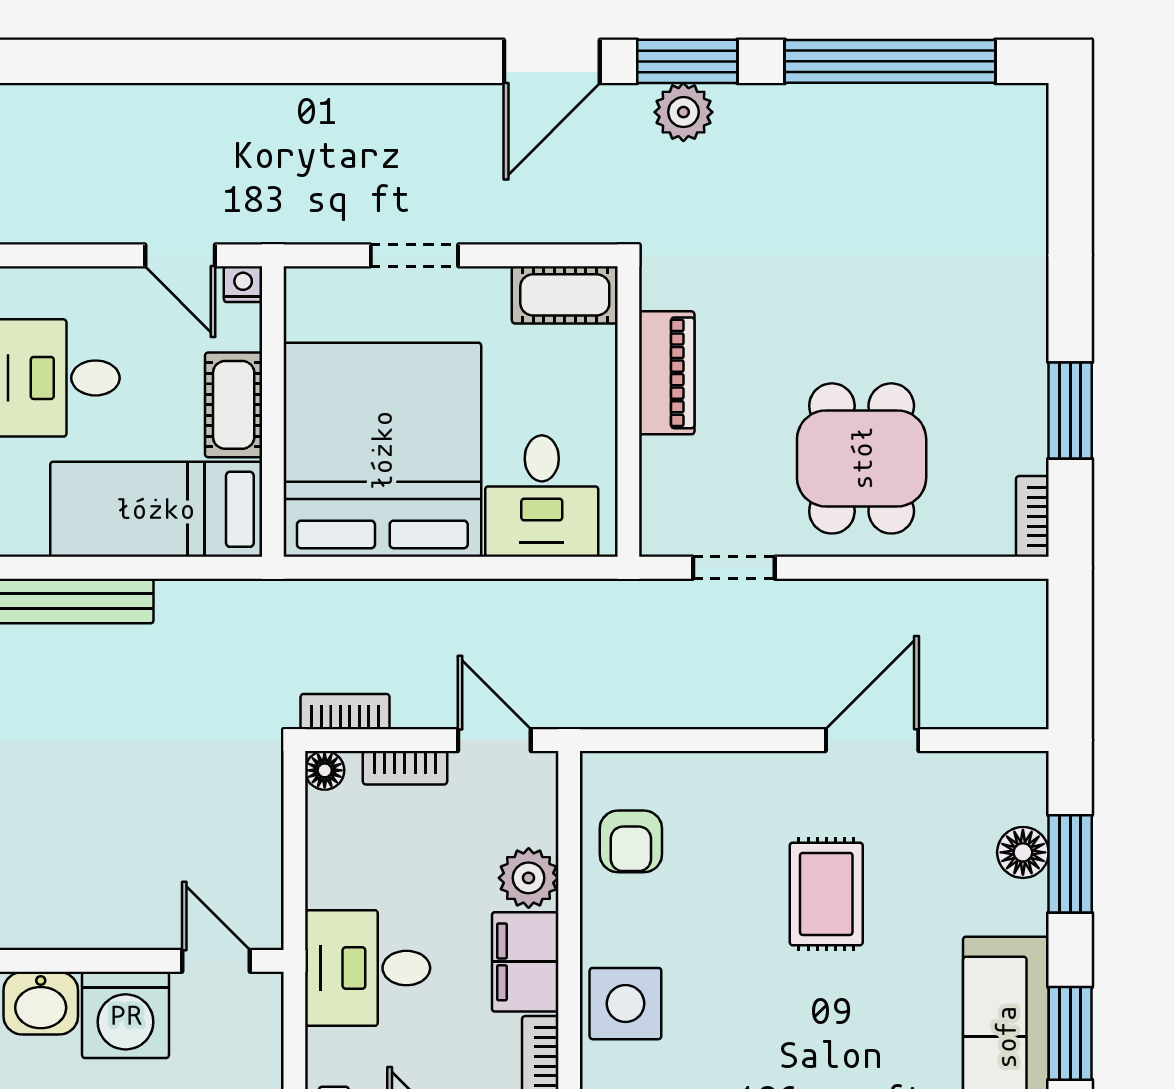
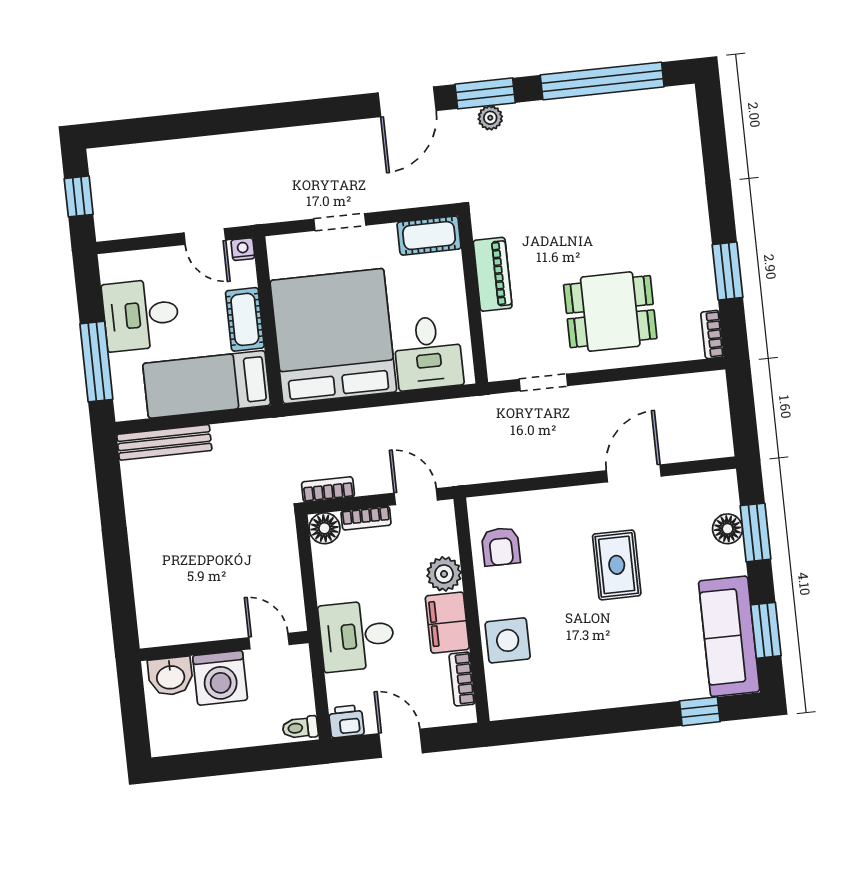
plant: (683, 112) -> (490, 118), width x0.73, depth x0.73
dining table: (862, 458) -> (610, 312), turned 90
floor lamp: (325, 770) -> (324, 528), width x1.37, depth x1.37

